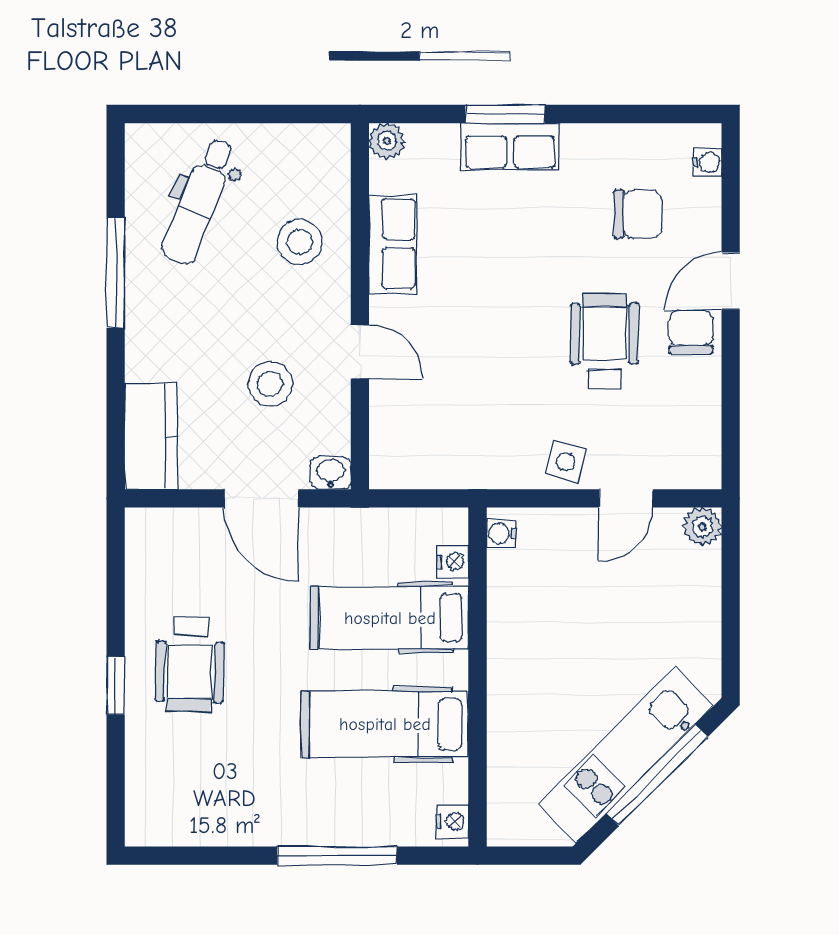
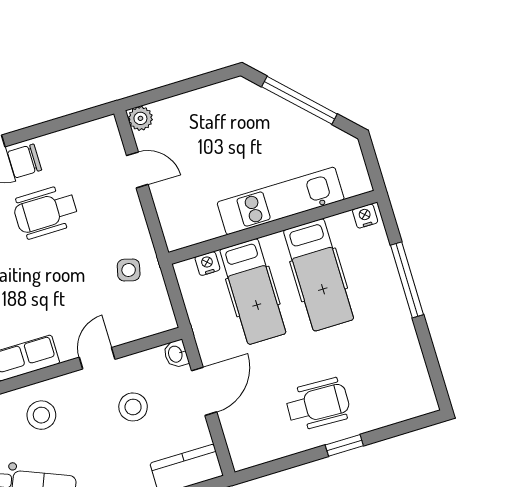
side table: (566, 462) -> (129, 270), moved
water cooler: (501, 533) -> (181, 239), removed
kitchen unit: (626, 755) -> (281, 201), moved, turned 135

